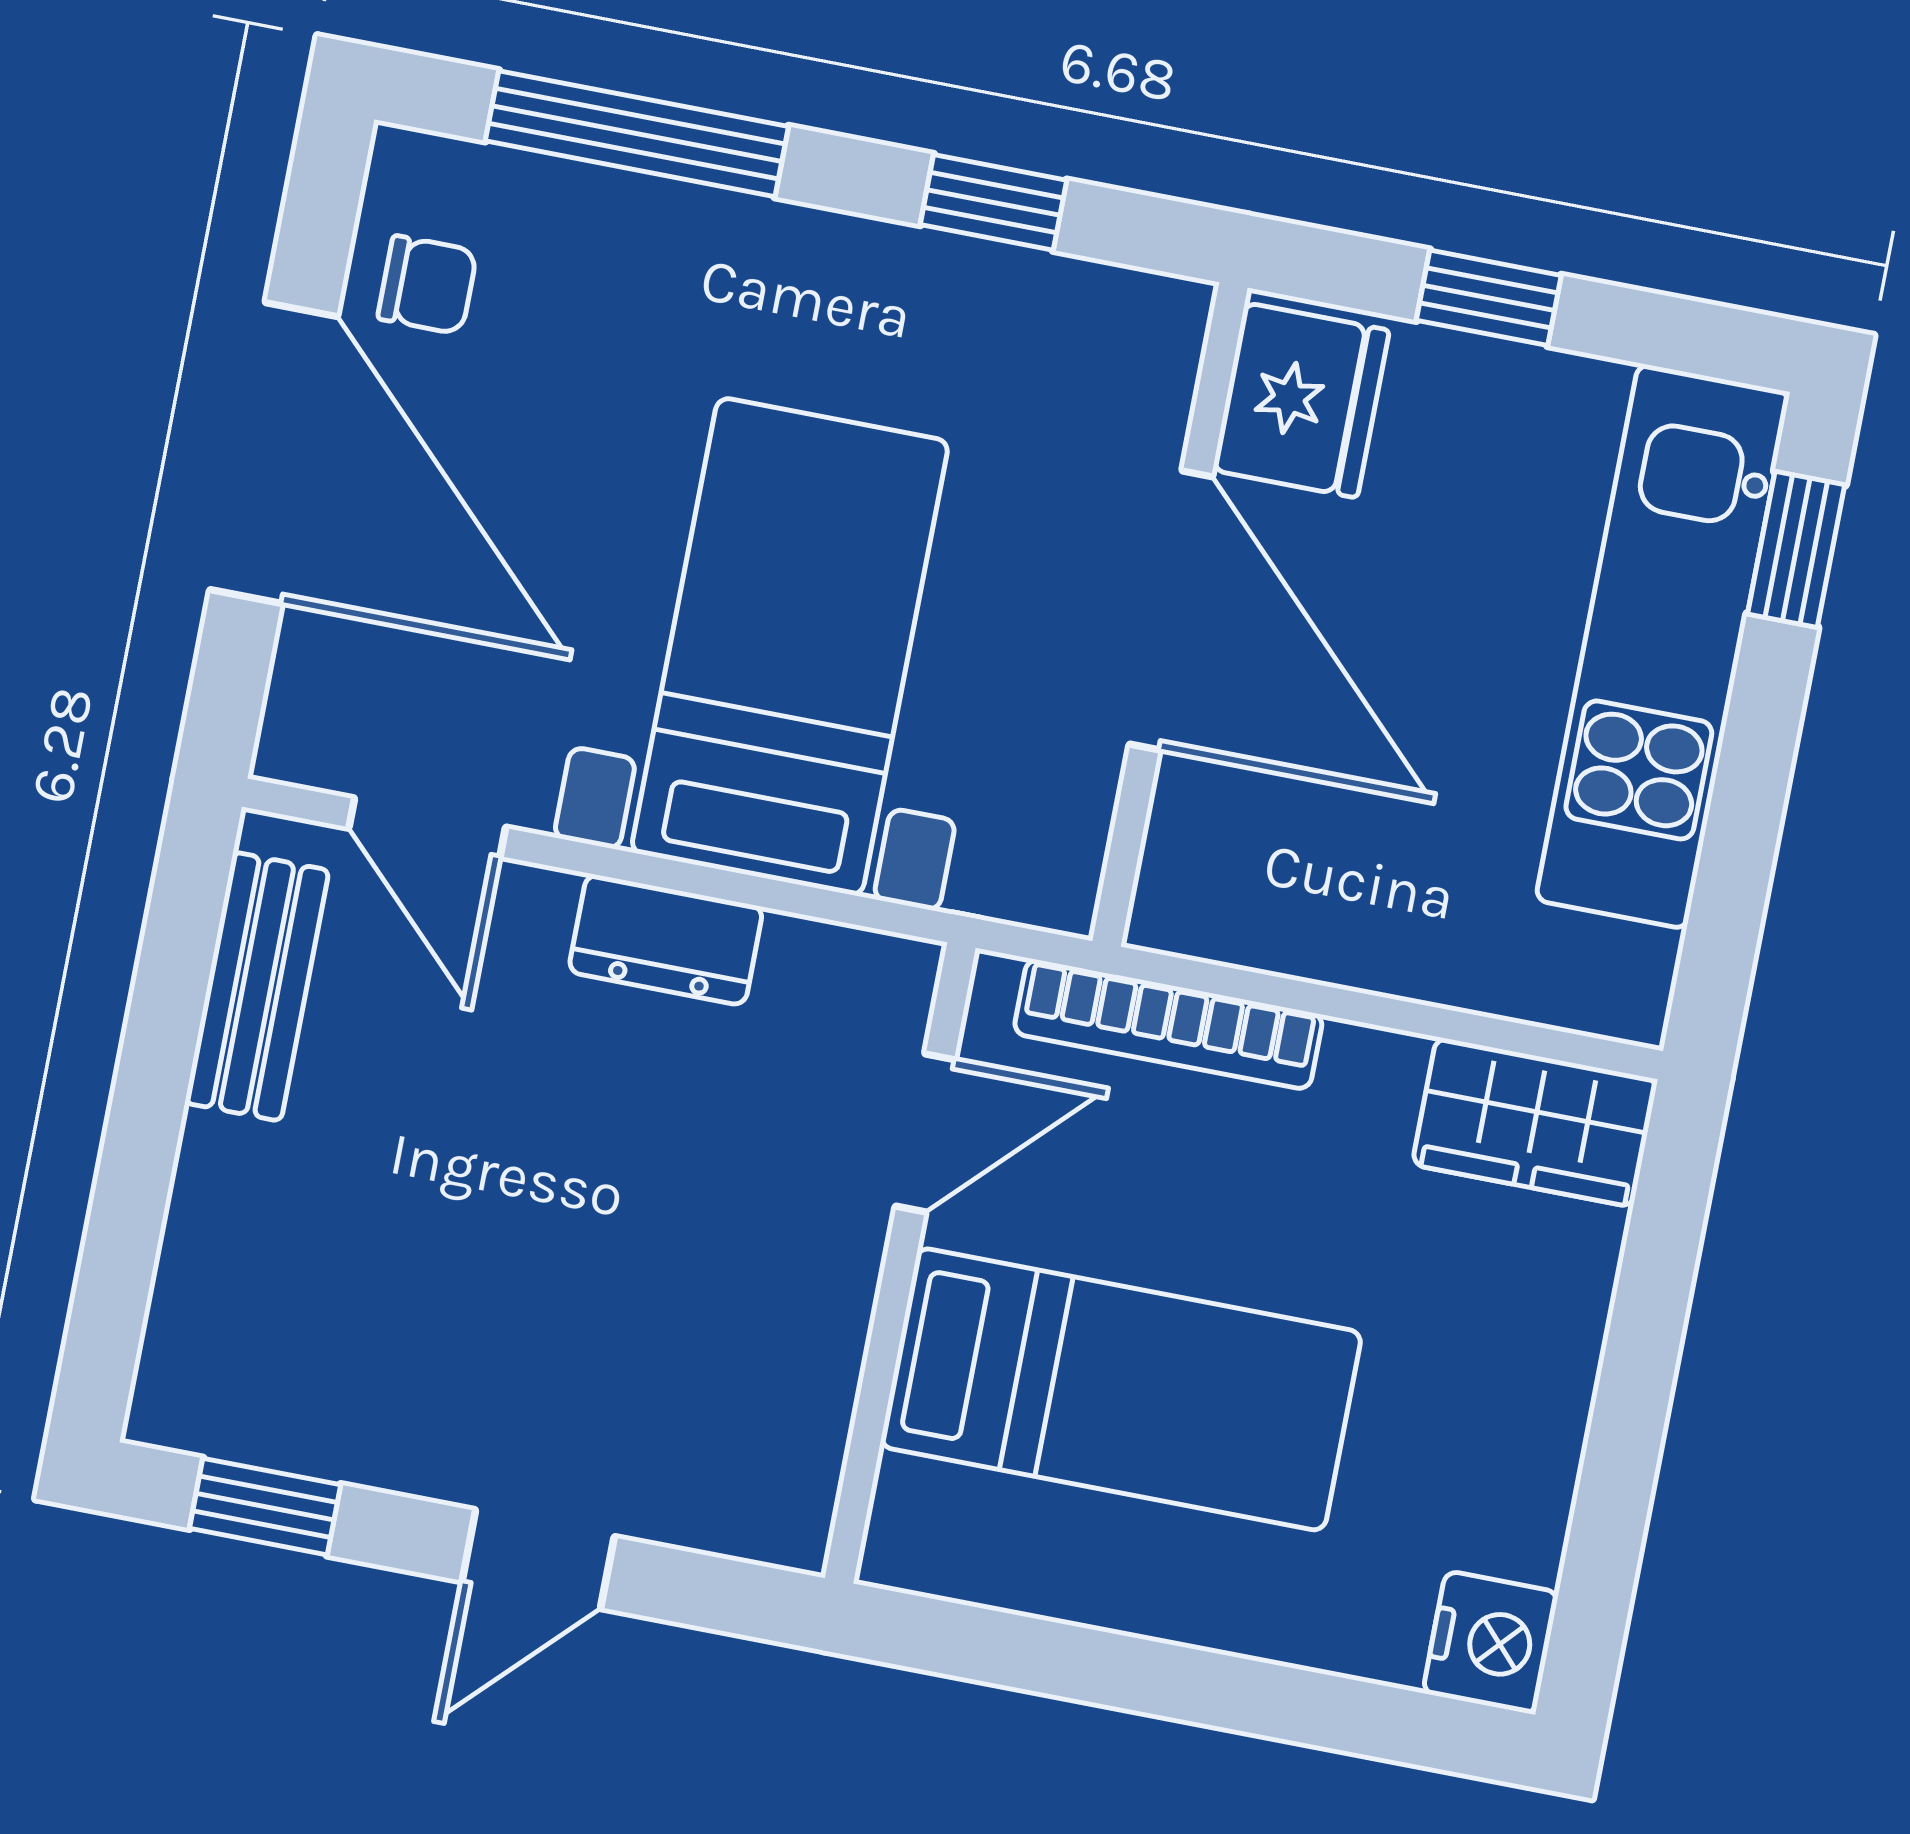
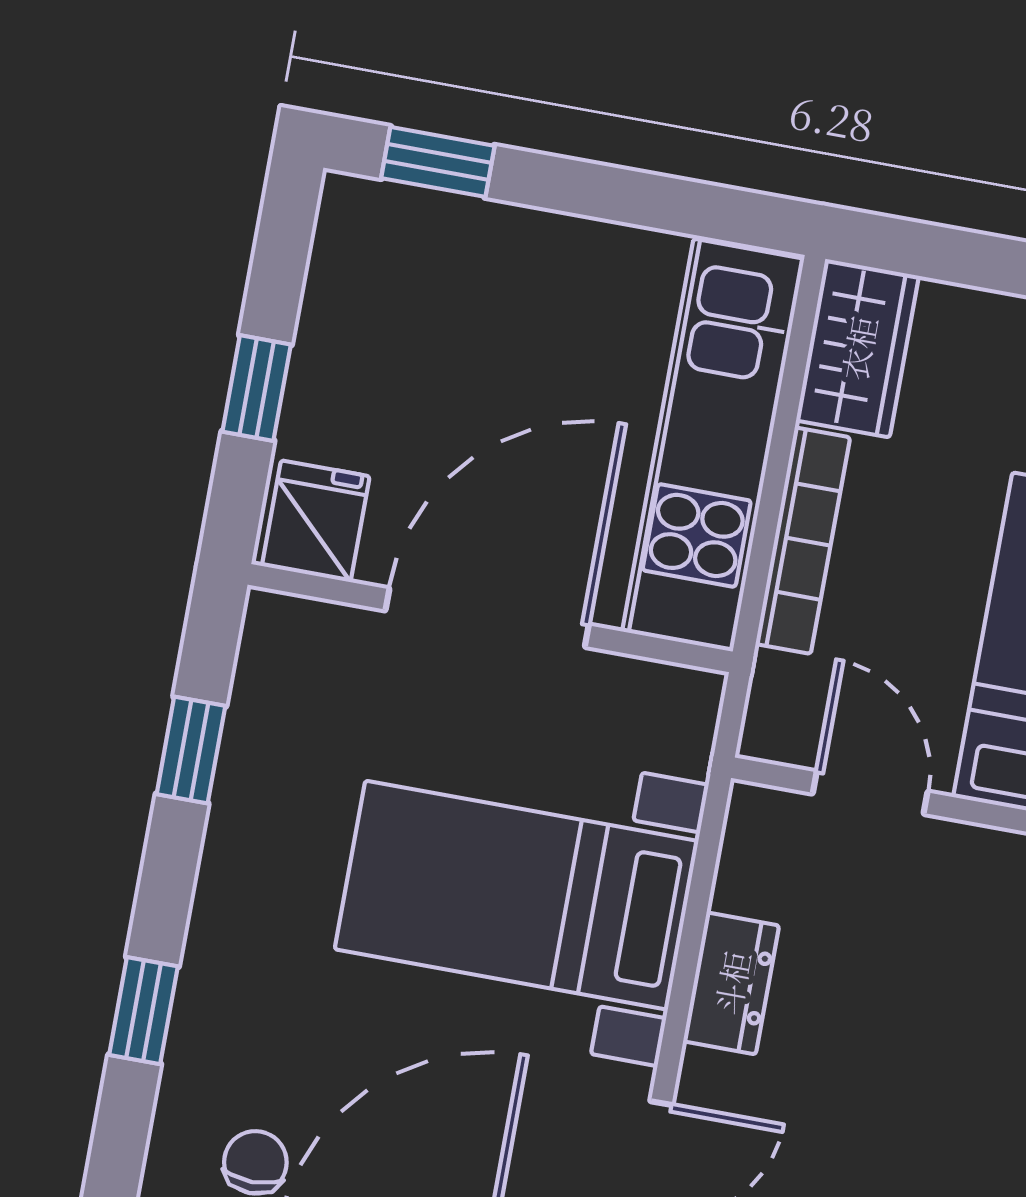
window: (637, 134) -> (144, 1011), width x0.46
fridge: (1301, 400) -> (316, 521), width x0.72
kitchen unit: (1663, 646) -> (713, 445), moved, turned 90
bookcase: (1168, 1024) -> (803, 541), moved

